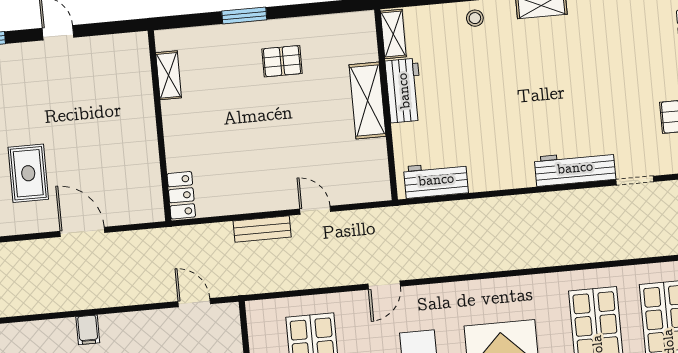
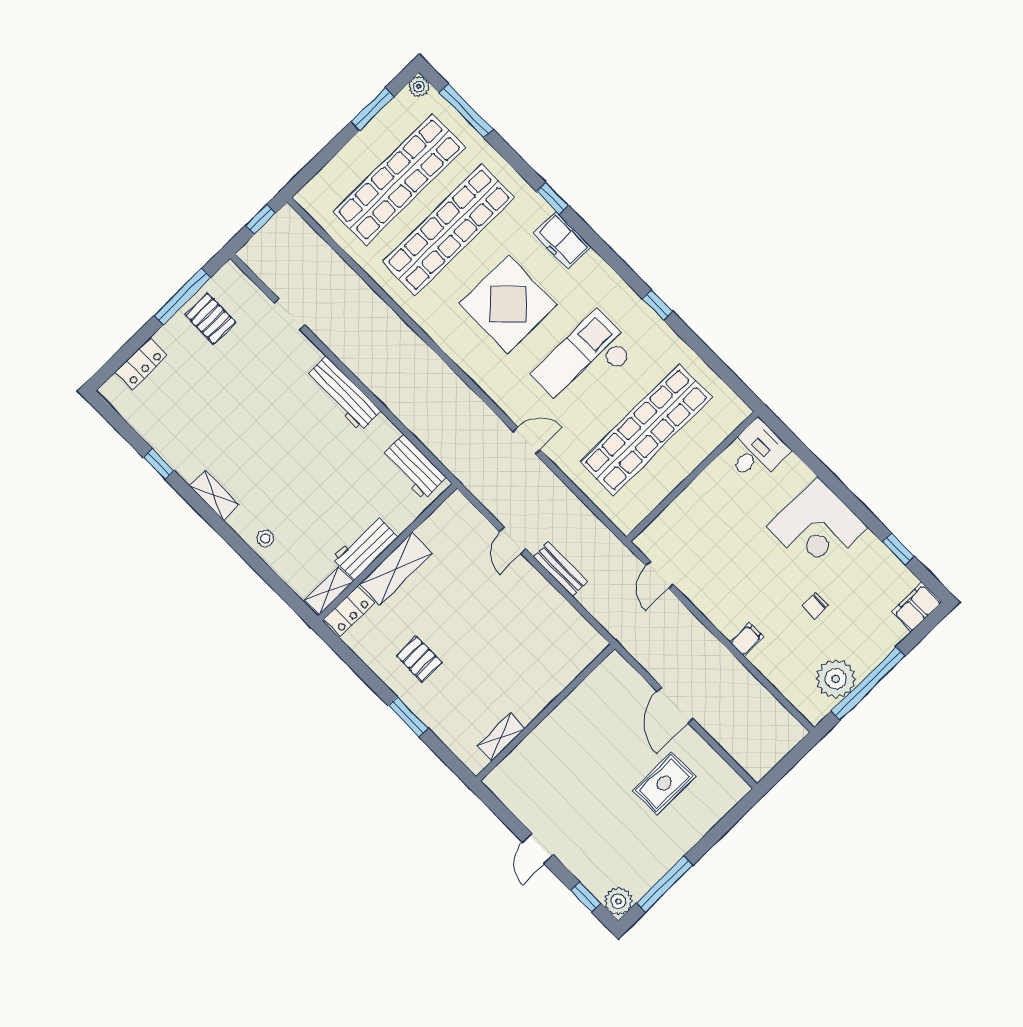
workbench: (575, 168) -> (343, 394), moved
locker: (181, 195) -> (349, 611), moved, turned 180

